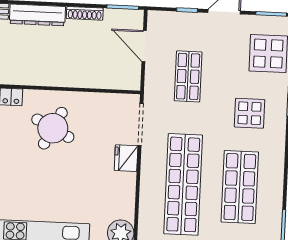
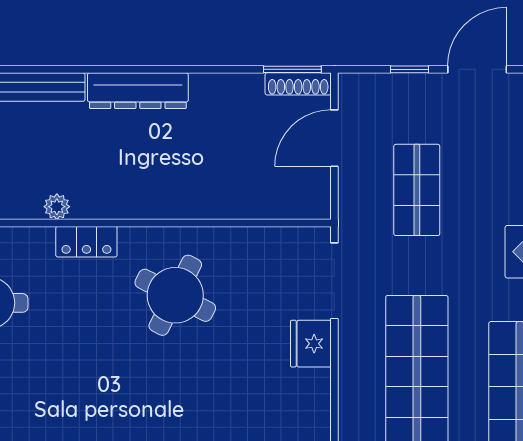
shoe rack: (85, 13) -> (298, 84), moved
door: (144, 46) -> (334, 138), hinge flipped

